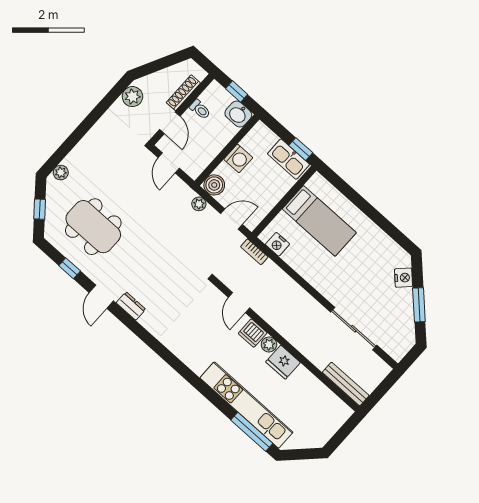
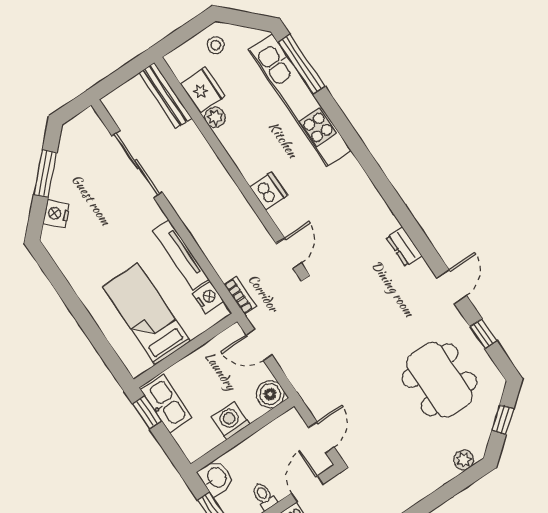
plant: (199, 204) -> (296, 375), removed
tv unit: (305, 270) -> (181, 255), added
door: (239, 303) -> (289, 253), moved
dresser: (131, 306) -> (404, 247), moved
plant: (269, 344) -> (215, 117), moved
fridge: (283, 362) -> (203, 90), moved
stool: (318, 430) -> (216, 45), added

